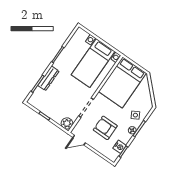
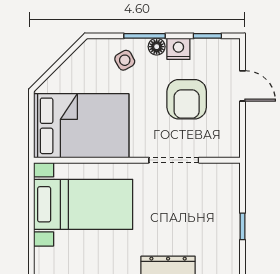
plant: (67, 123) -> (227, 175), removed
door: (79, 140) -> (243, 86), moved
nightstand: (120, 147) -> (178, 49), moved

